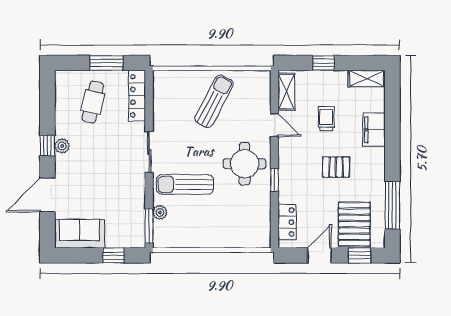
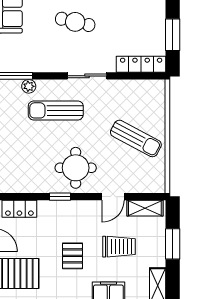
window: (323, 63) -> (173, 244), width x1.50
cafe table: (93, 102) -> (75, 22), moved
trolley: (326, 119) -> (119, 247), width x1.36, depth x1.39
sun lounger: (185, 184) -> (56, 110), turned -90

